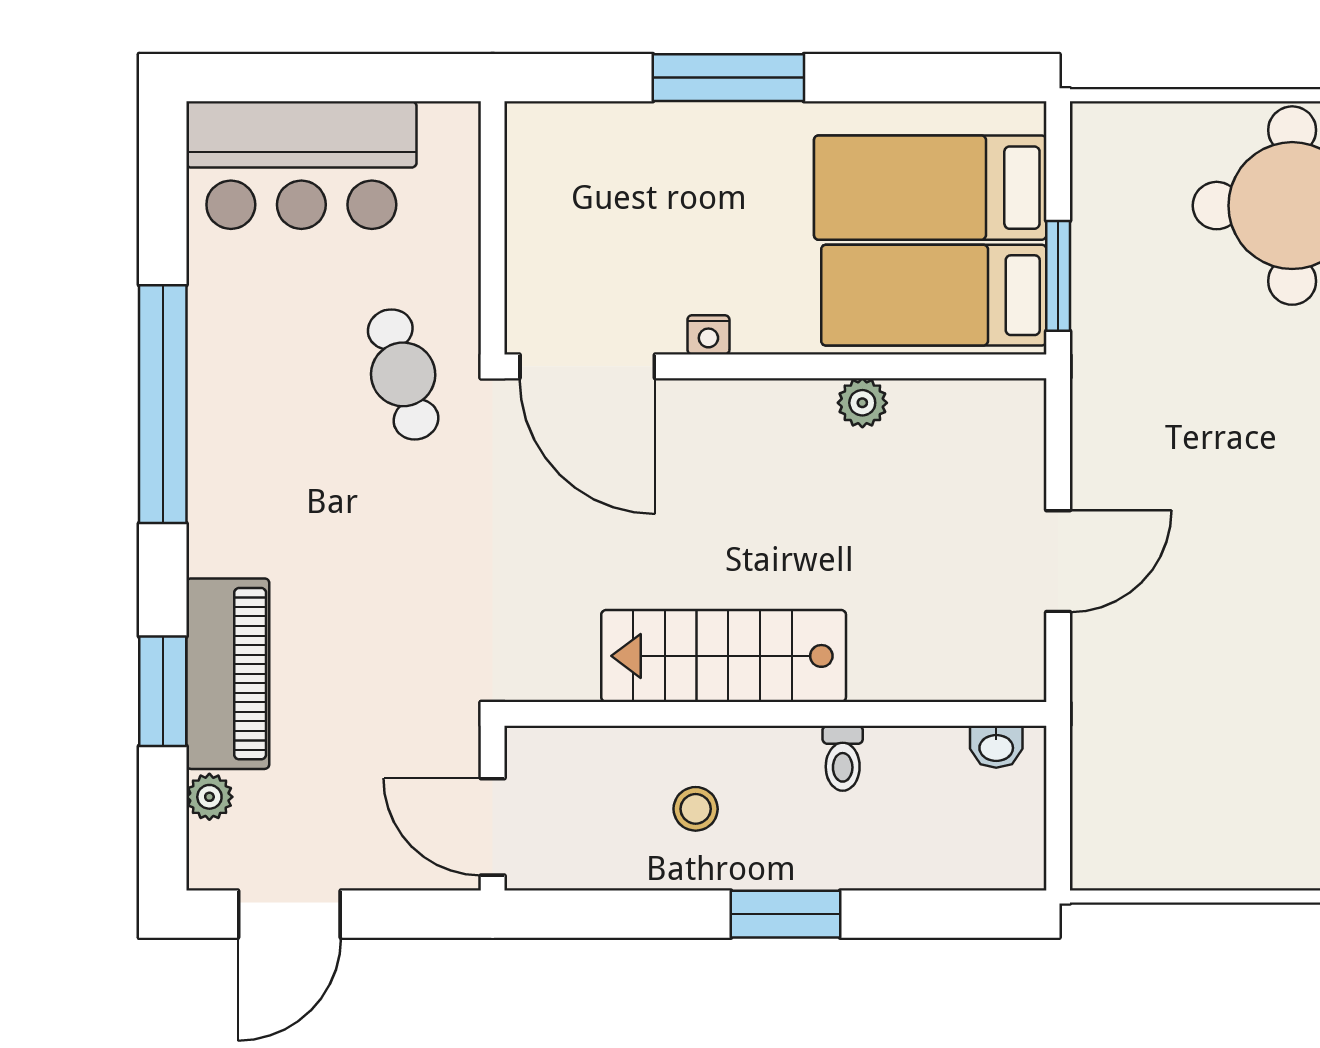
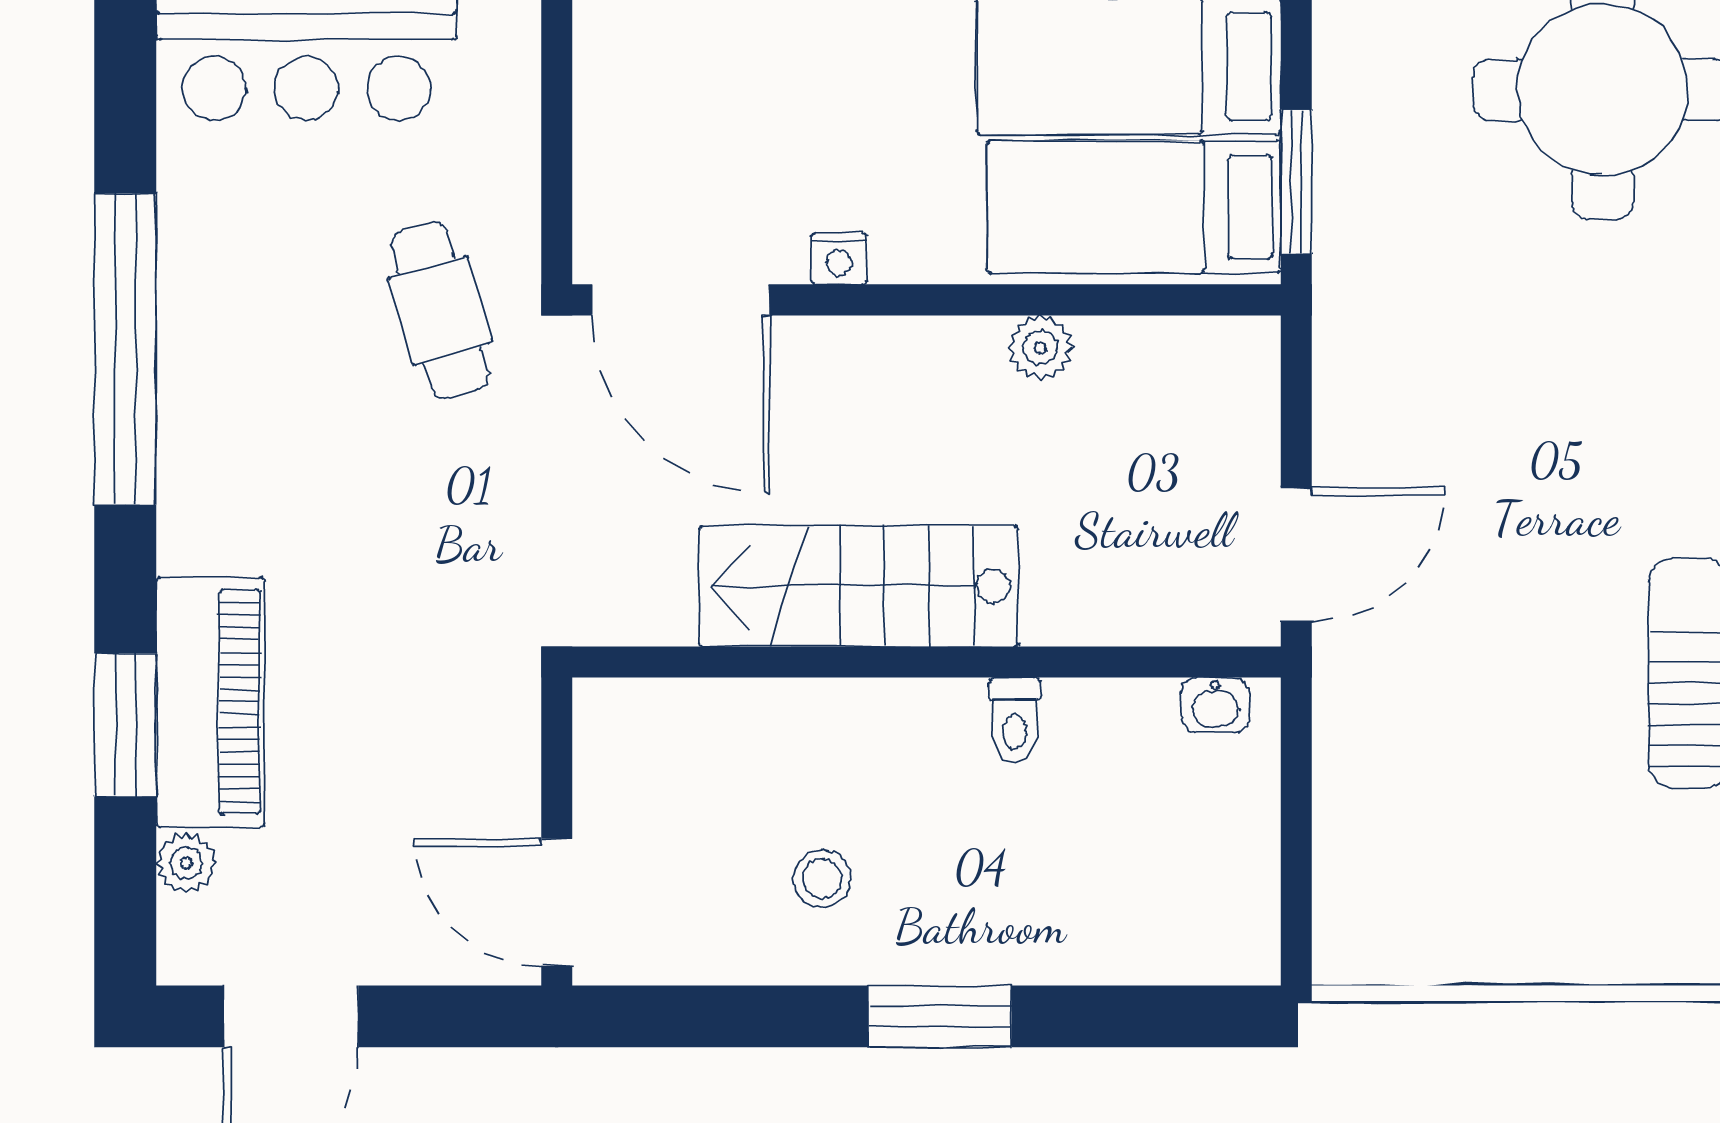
stairs: (724, 656) -> (859, 586), moved
wall: (775, 714) -> (926, 662), moved
washbasin: (996, 747) -> (1215, 705), moved
toilet: (843, 758) -> (1015, 720), moved

